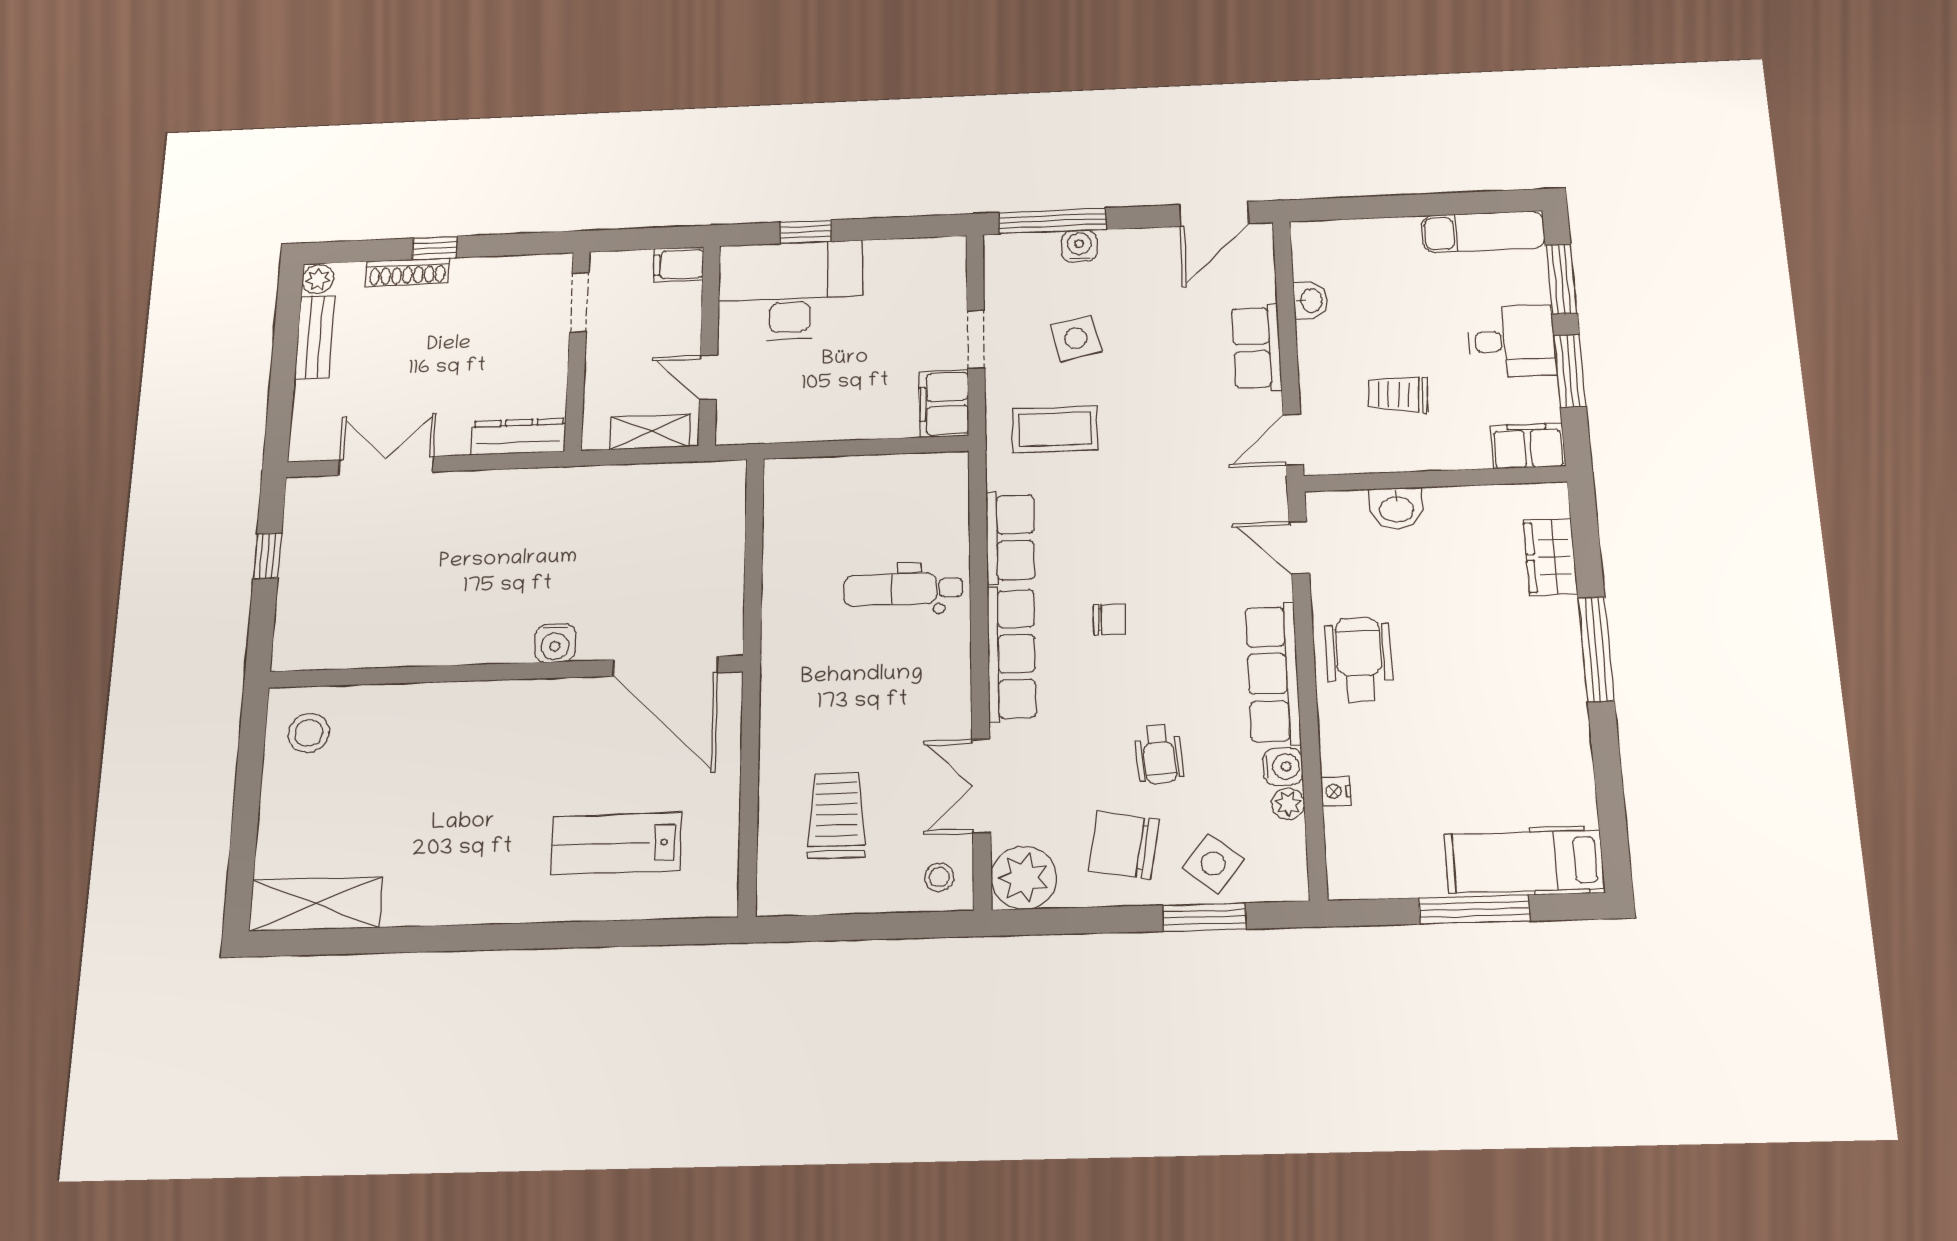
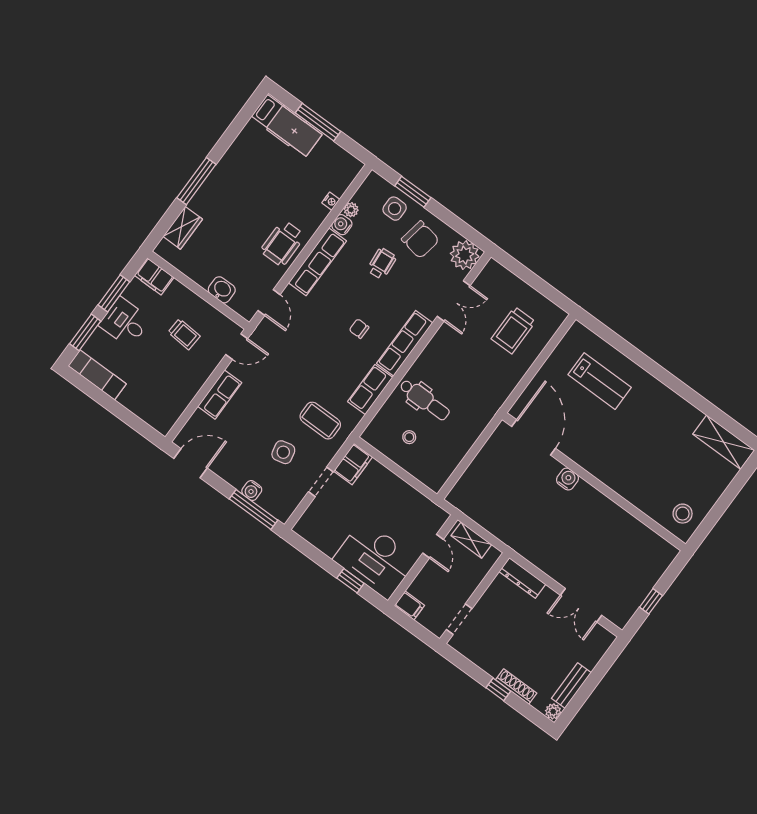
washbasin: (1310, 301) -> (184, 398), removed
side table: (1213, 864) -> (395, 209), turned -38
stool: (939, 877) -> (409, 437), moved

